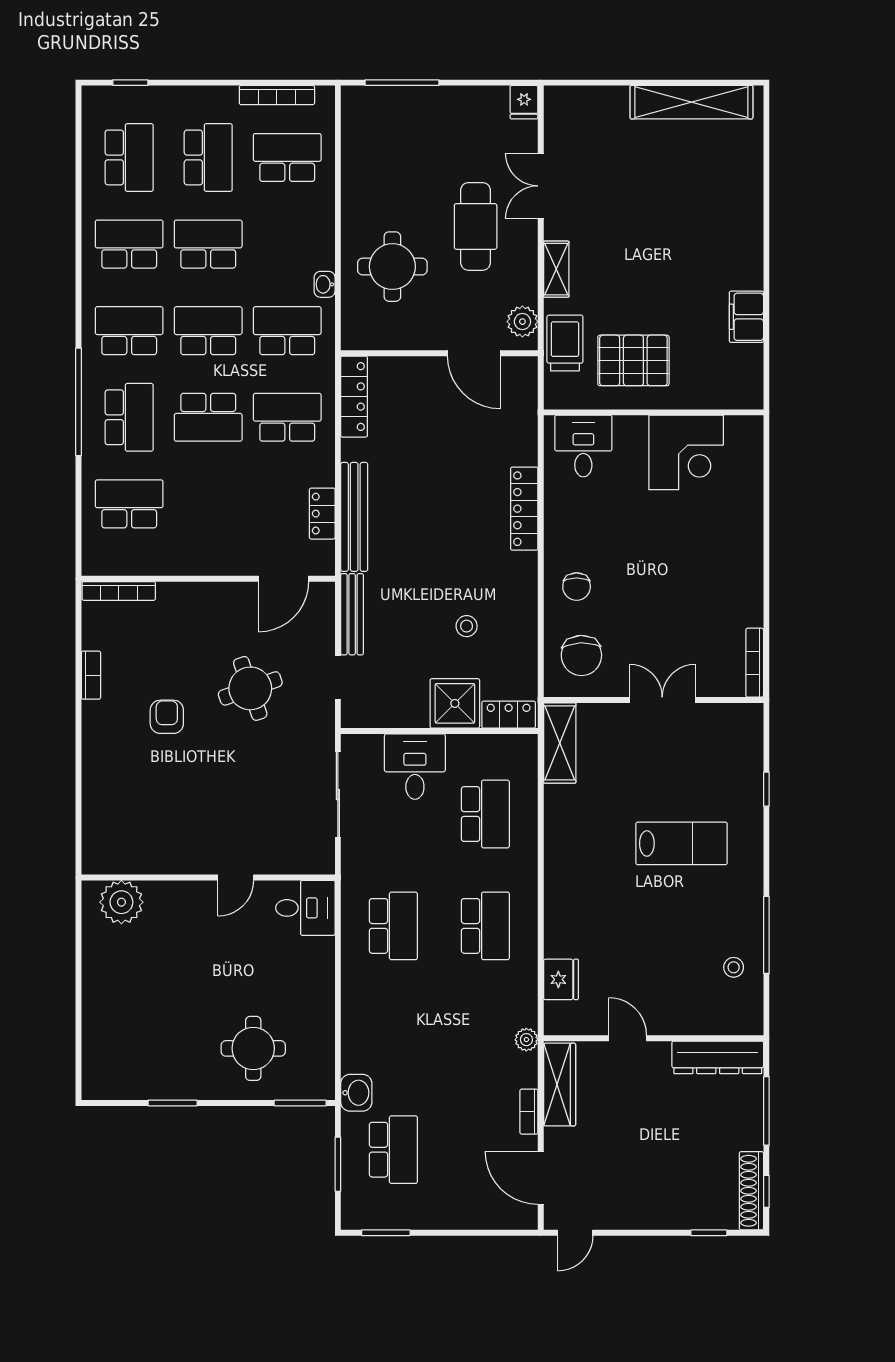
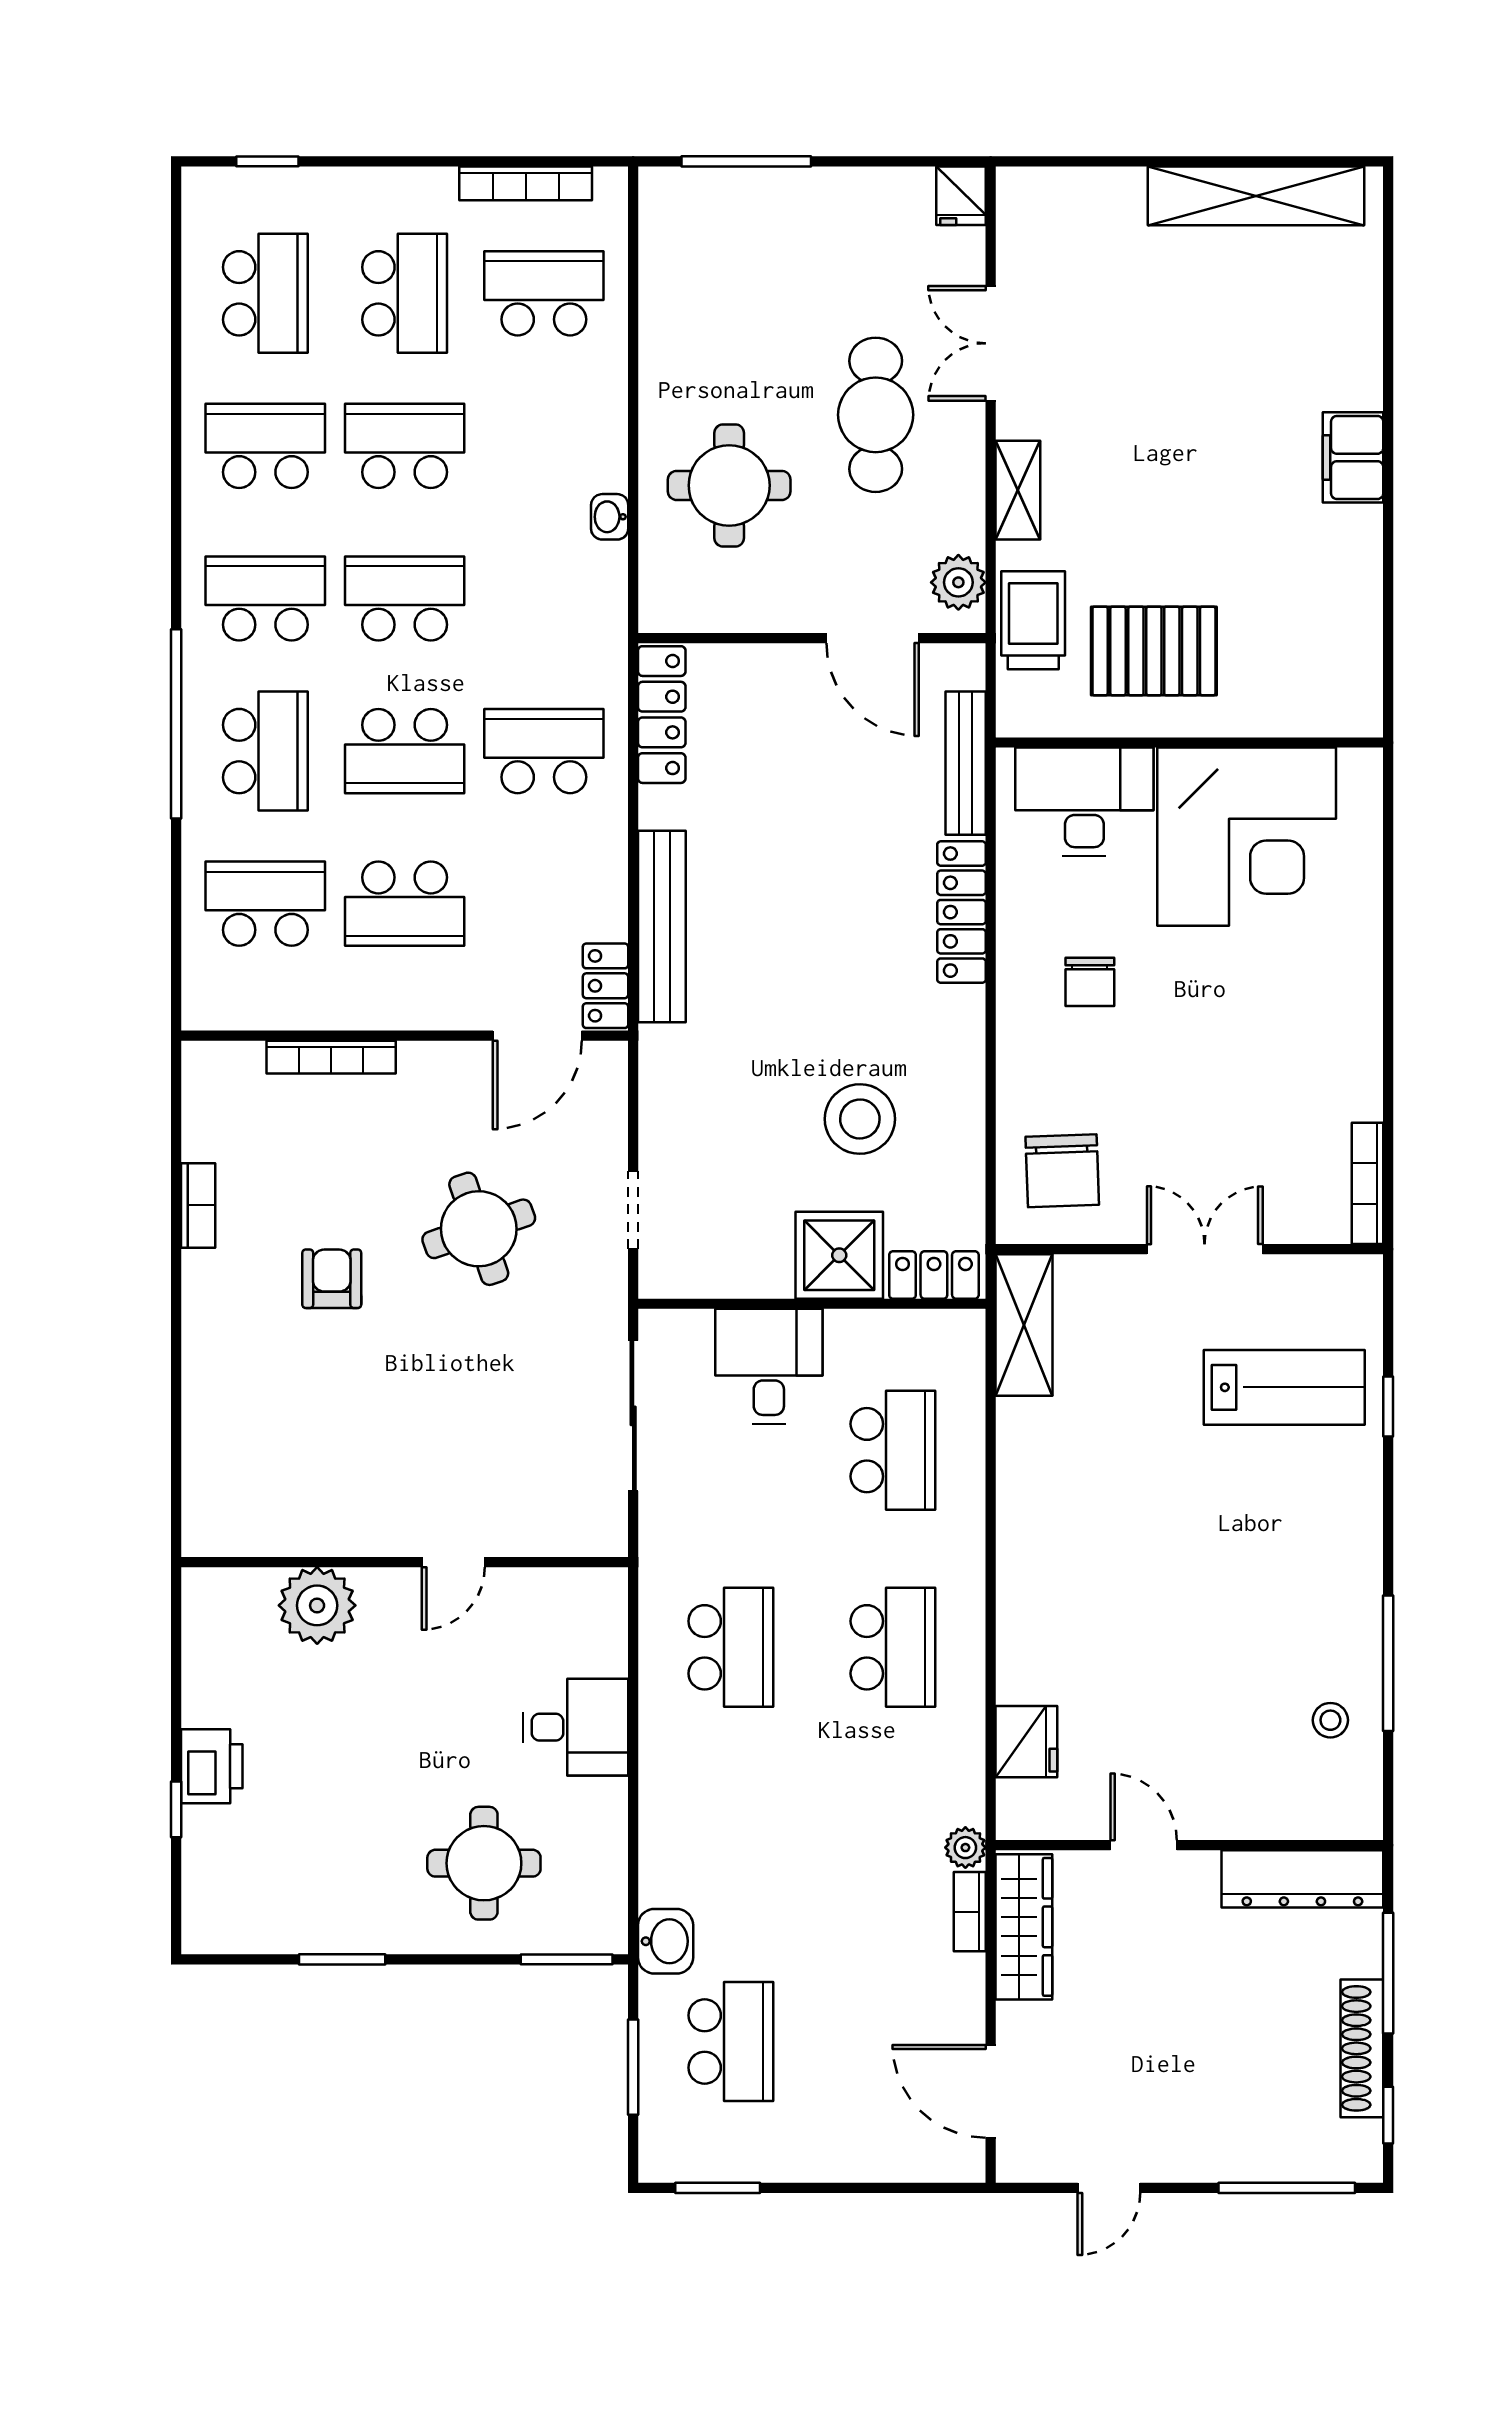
filing cabinet: (746, 317) -> (1353, 457), moved
school desk: (287, 331) -> (405, 904), moved, turned 180
desk: (583, 446) -> (1084, 802), width x1.37
corner desk: (686, 452) -> (1247, 837), width x1.36, depth x1.36
locker: (322, 514) -> (605, 986), moved
chair: (577, 587) -> (1090, 982), moved
bookcase: (119, 591) -> (331, 1057), moved
bench: (352, 614) -> (966, 763), moved
stool: (467, 626) -> (860, 1119), width x1.89, depth x1.89
lab bench: (682, 843) -> (1284, 1387), moved
plant: (121, 902) -> (317, 1605), moved
desk: (305, 908) -> (576, 1727), moved
printer: (99, 993) -> (212, 1766), added
window: (79, 1018) -> (176, 1809), added
bookcase: (529, 1112) -> (970, 1912), moved
shoe rack: (751, 1191) -> (1362, 2048), moved
door: (575, 1233) -> (1109, 2188), moved
window: (709, 1233) -> (1287, 2188), width x2.17

